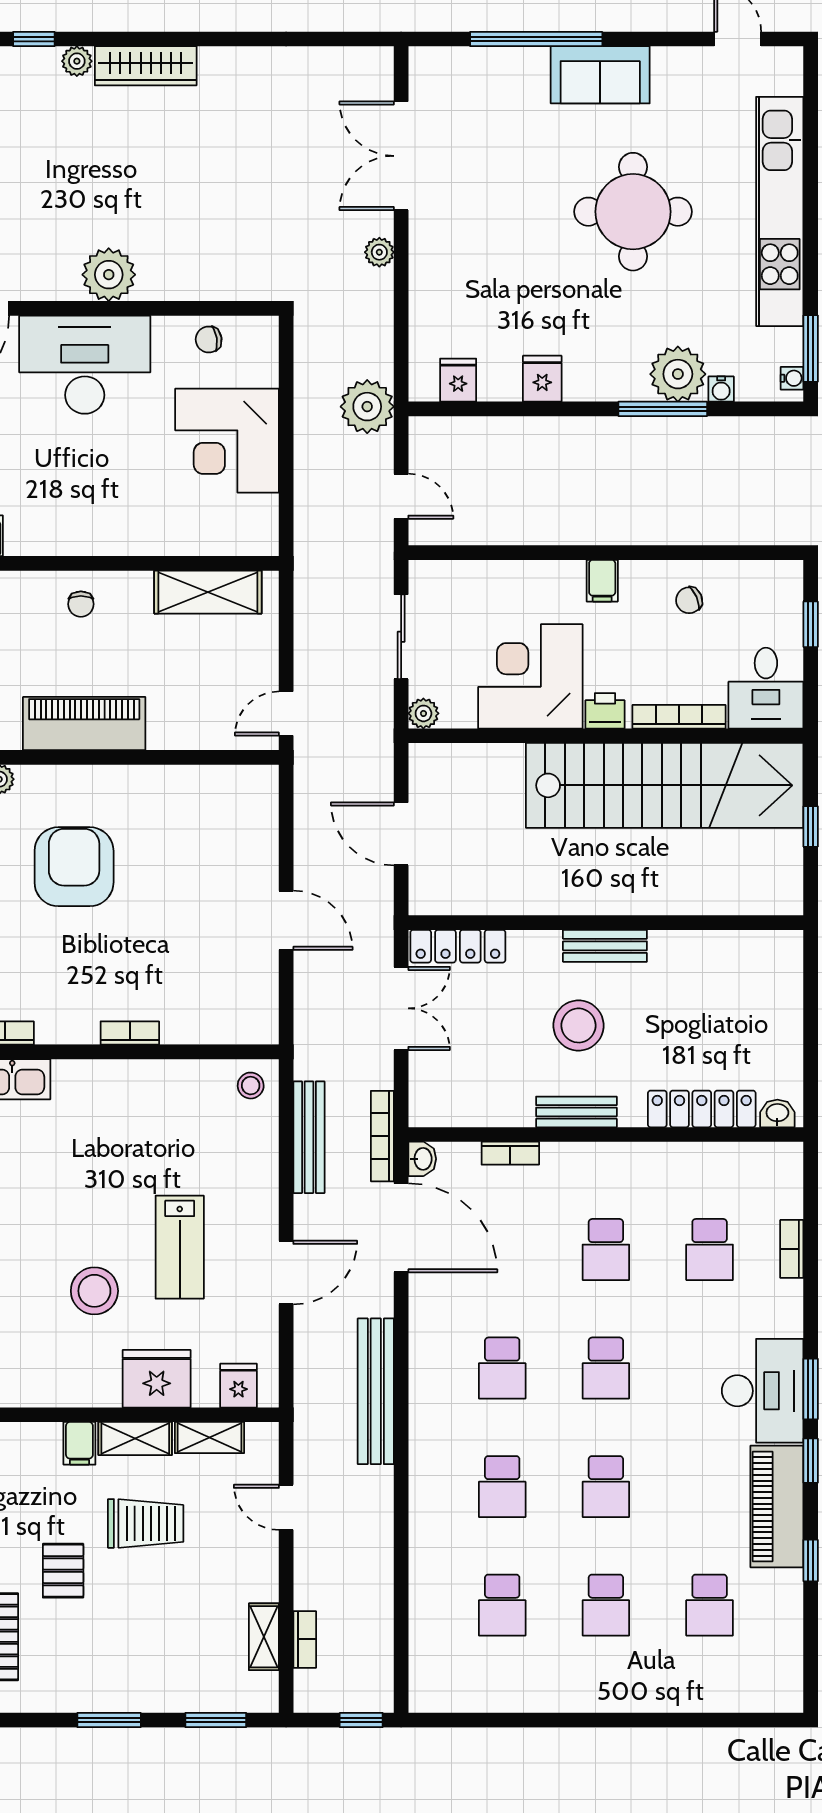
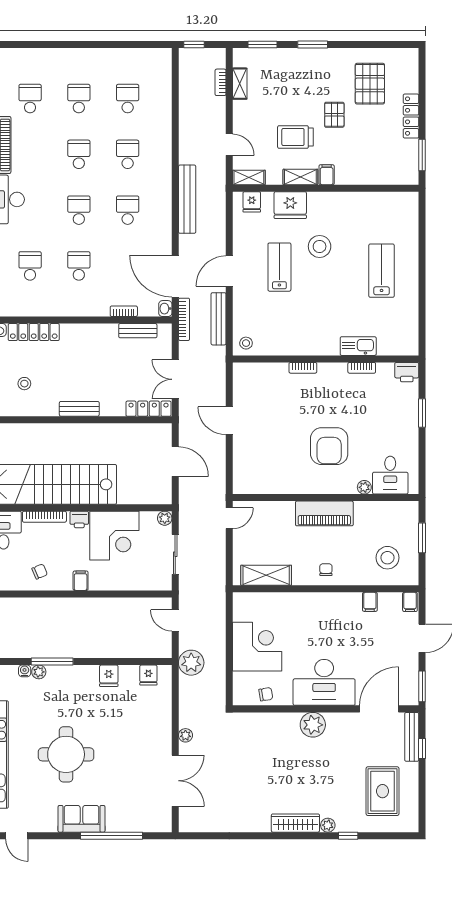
plant: (678, 374) -> (39, 672), width x0.53, depth x0.53
stool: (578, 1025) -> (24, 384), moved, width x0.53, depth x0.53
bench: (576, 1112) -> (138, 331), moved
door: (286, 1273) -> (229, 271), moved
shelving: (209, 1437) -> (249, 177), moved

